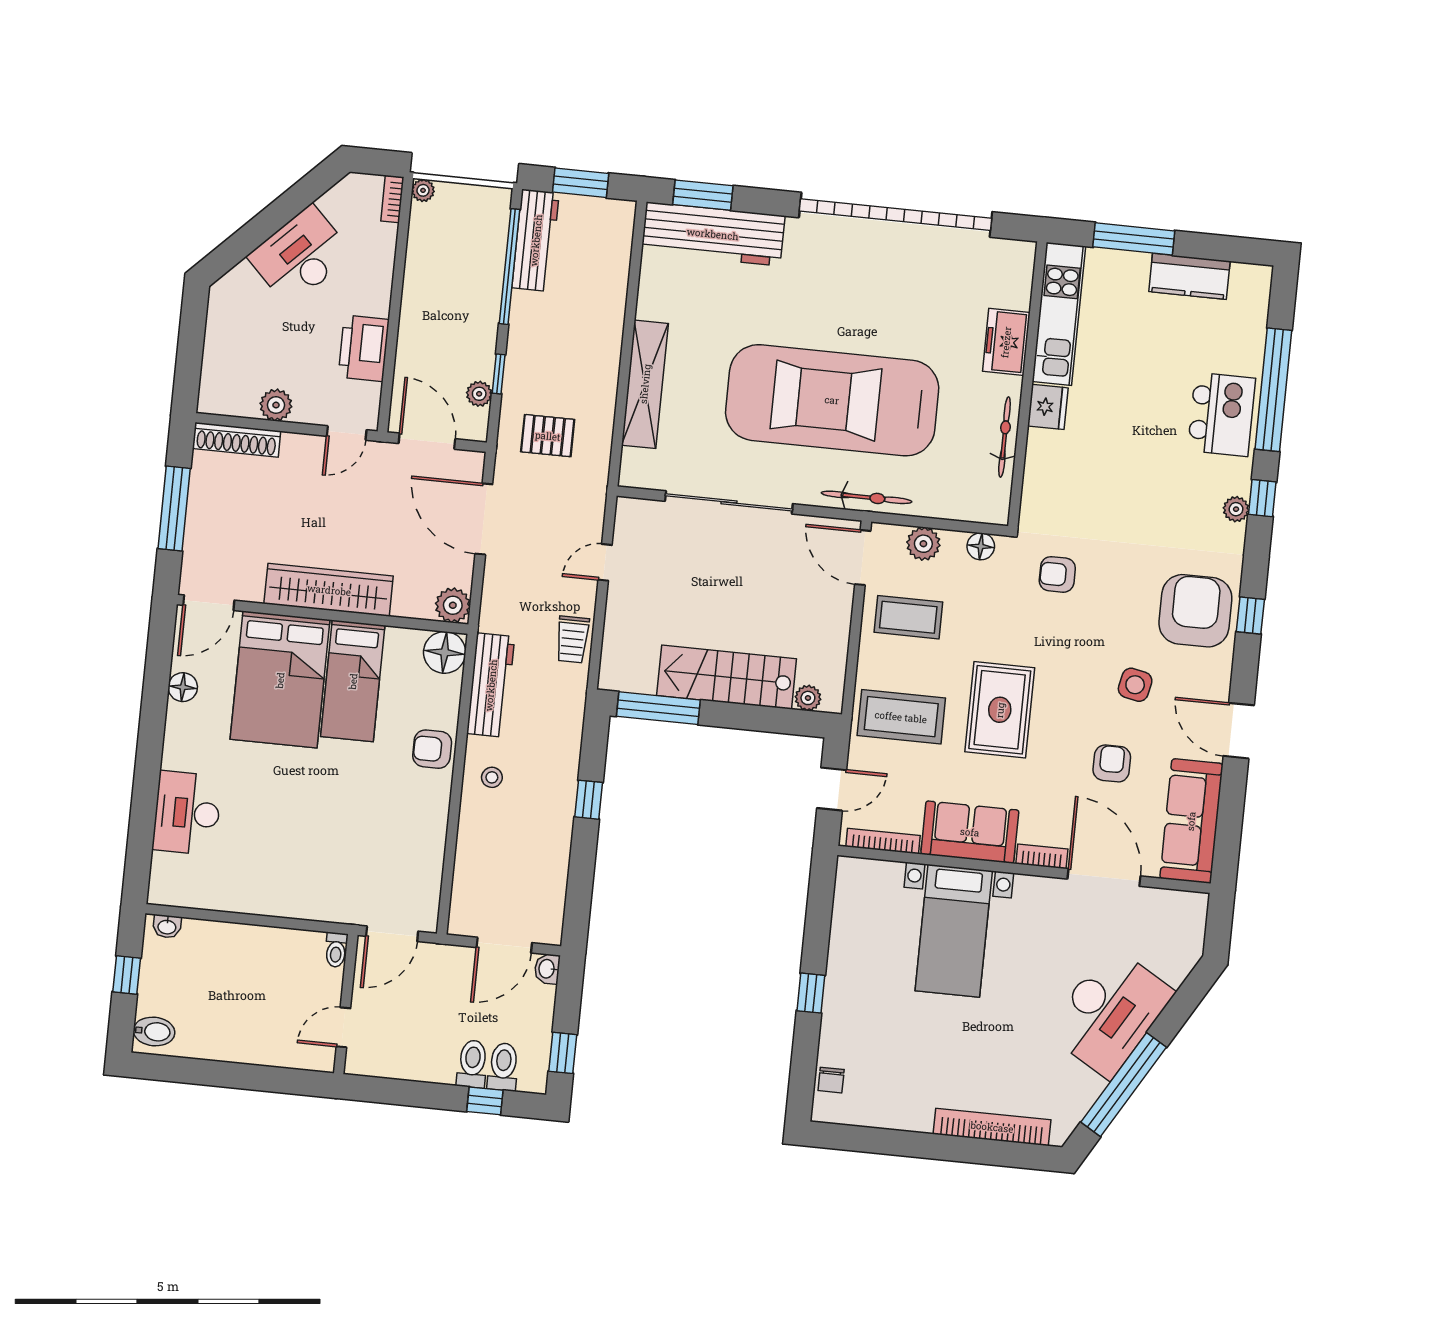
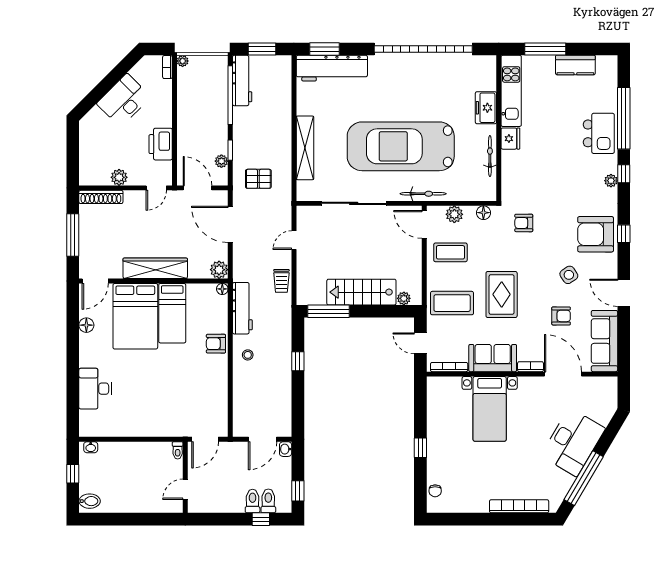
armchair: (1195, 611) -> (596, 234), turned -90
floor lamp: (445, 652) -> (222, 289), width x0.53, depth x0.53
side table: (1135, 685) -> (569, 275), turned 45
armchair: (1112, 763) -> (561, 316), turned 90
door: (832, 789) -> (420, 343), swing flipped

